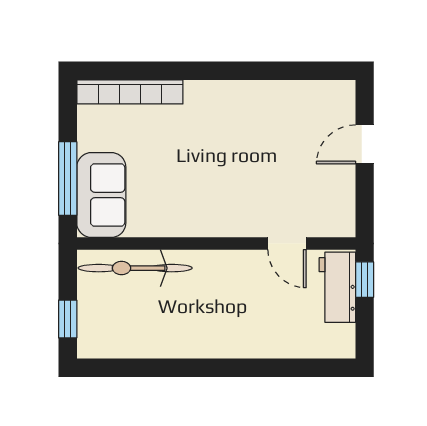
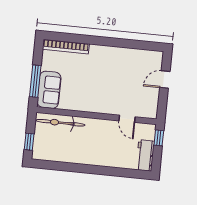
workbench: (337, 287) -> (145, 155), moved

